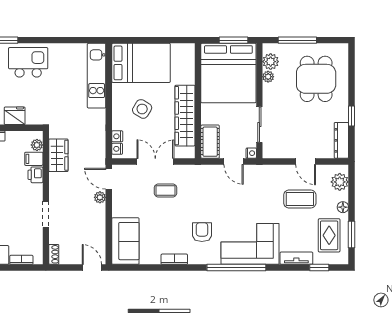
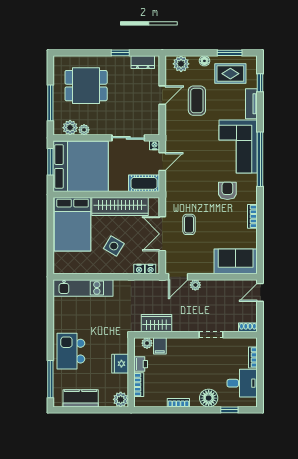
bed: (141, 63) -> (73, 224), moved, turned 180
dresser: (341, 140) -> (143, 62), width x0.70
printer: (35, 175) -> (141, 364), moved, turned -90
armchair: (202, 232) -> (227, 191), turned 90

